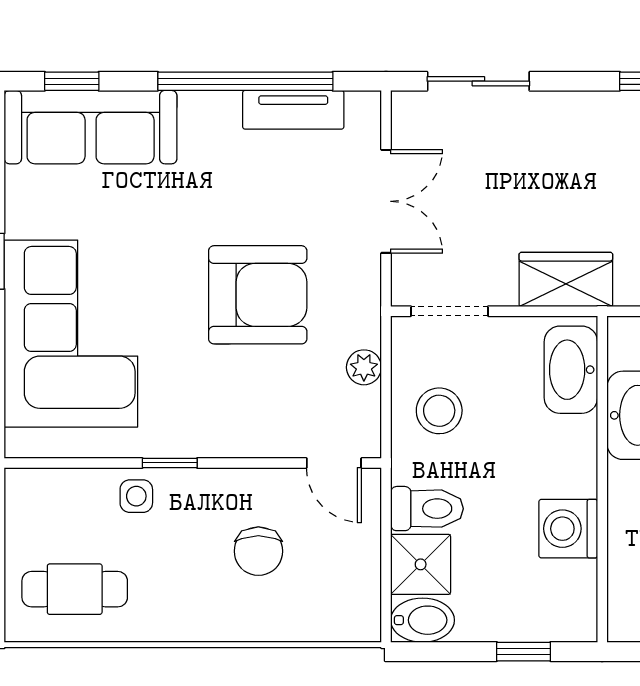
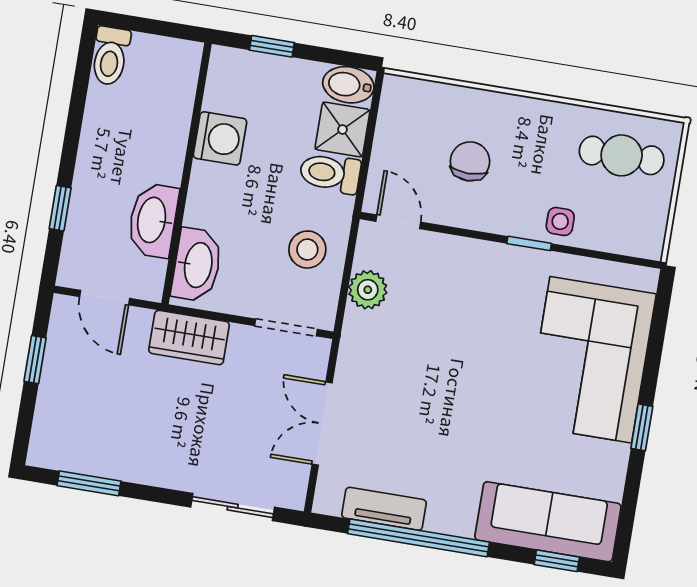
armchair: (258, 295) -> (437, 366), removed
plant: (364, 367) -> (368, 290), width x1.38, depth x1.38

